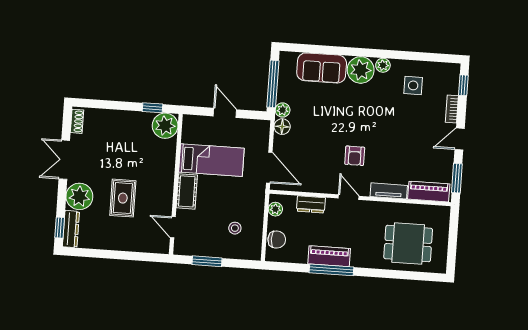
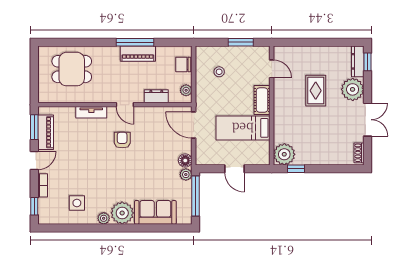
piano: (429, 192) -> (46, 132), moved, turned -90

